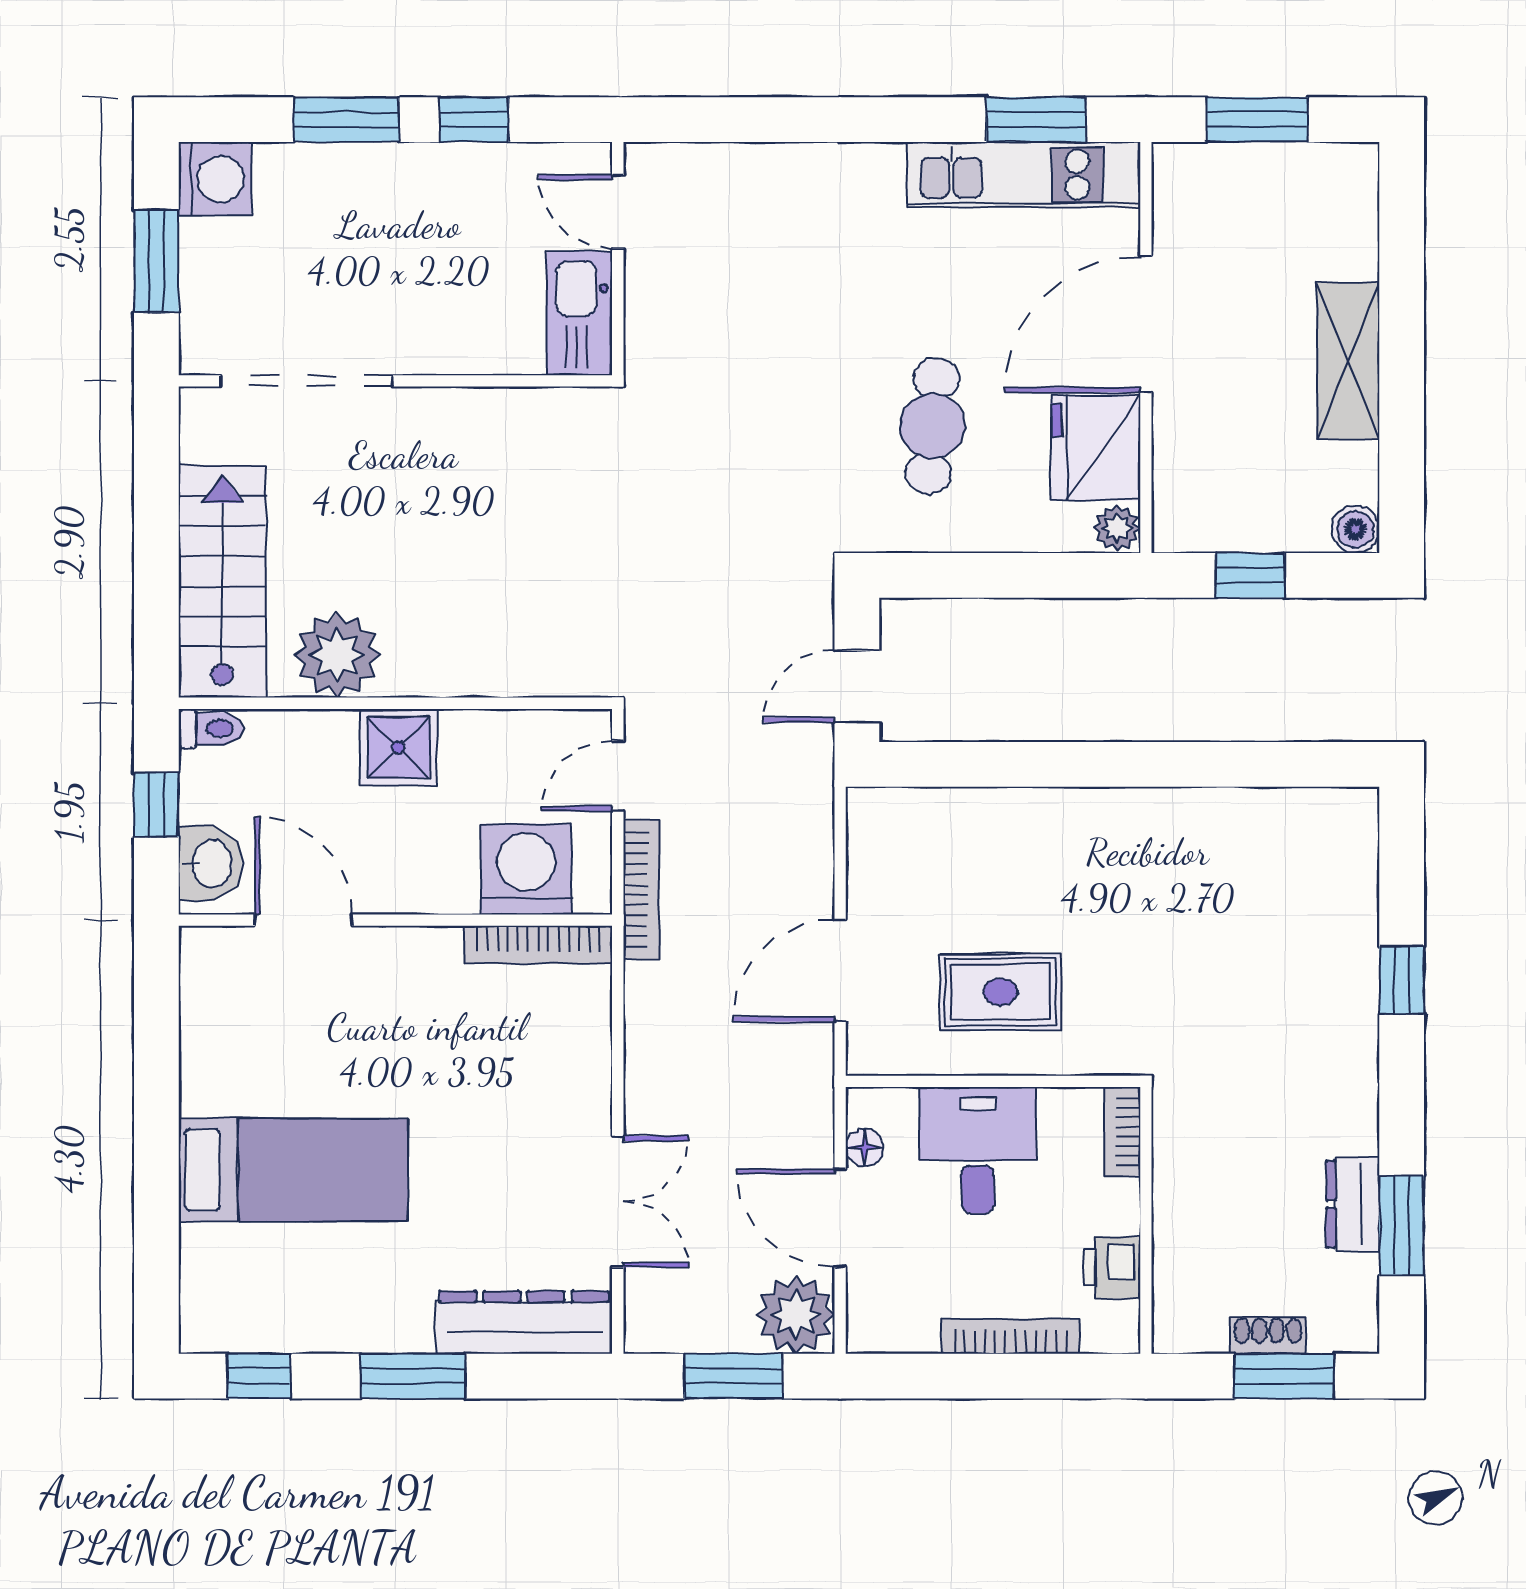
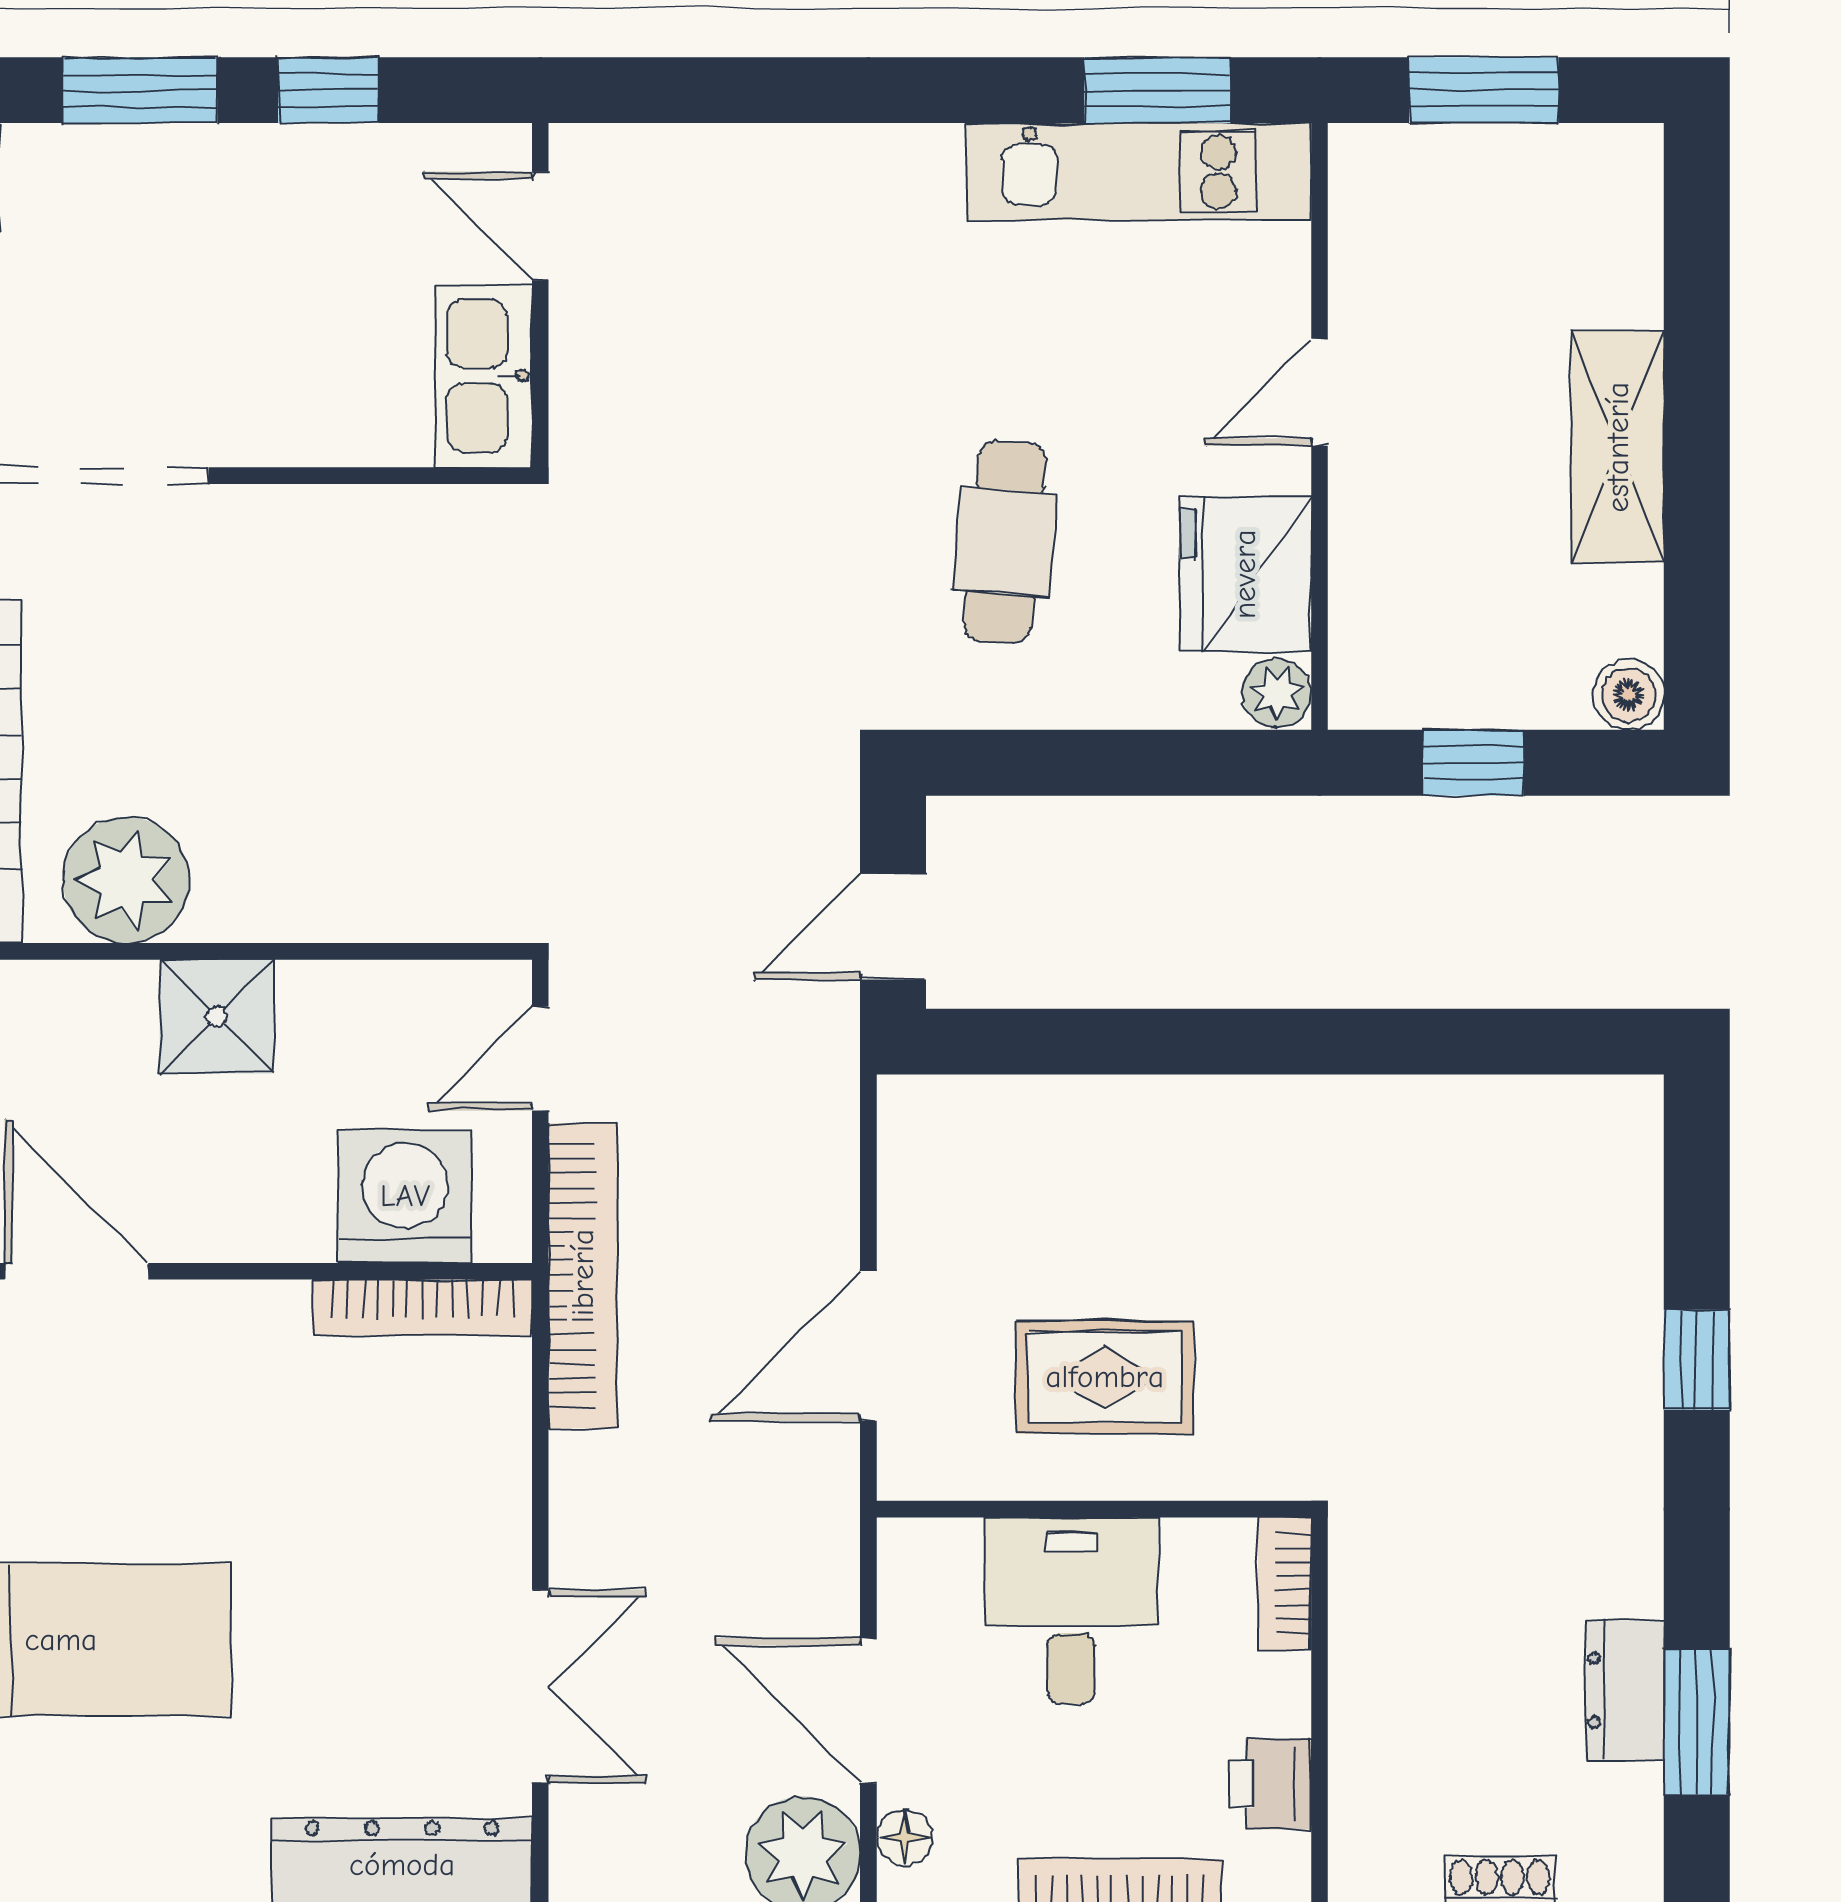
door: (1146, 324) -> (1319, 392), width x0.53
bookcase: (641, 890) -> (583, 1276), width x1.48, depth x1.31
floor lamp: (865, 1147) -> (905, 1837), moved

